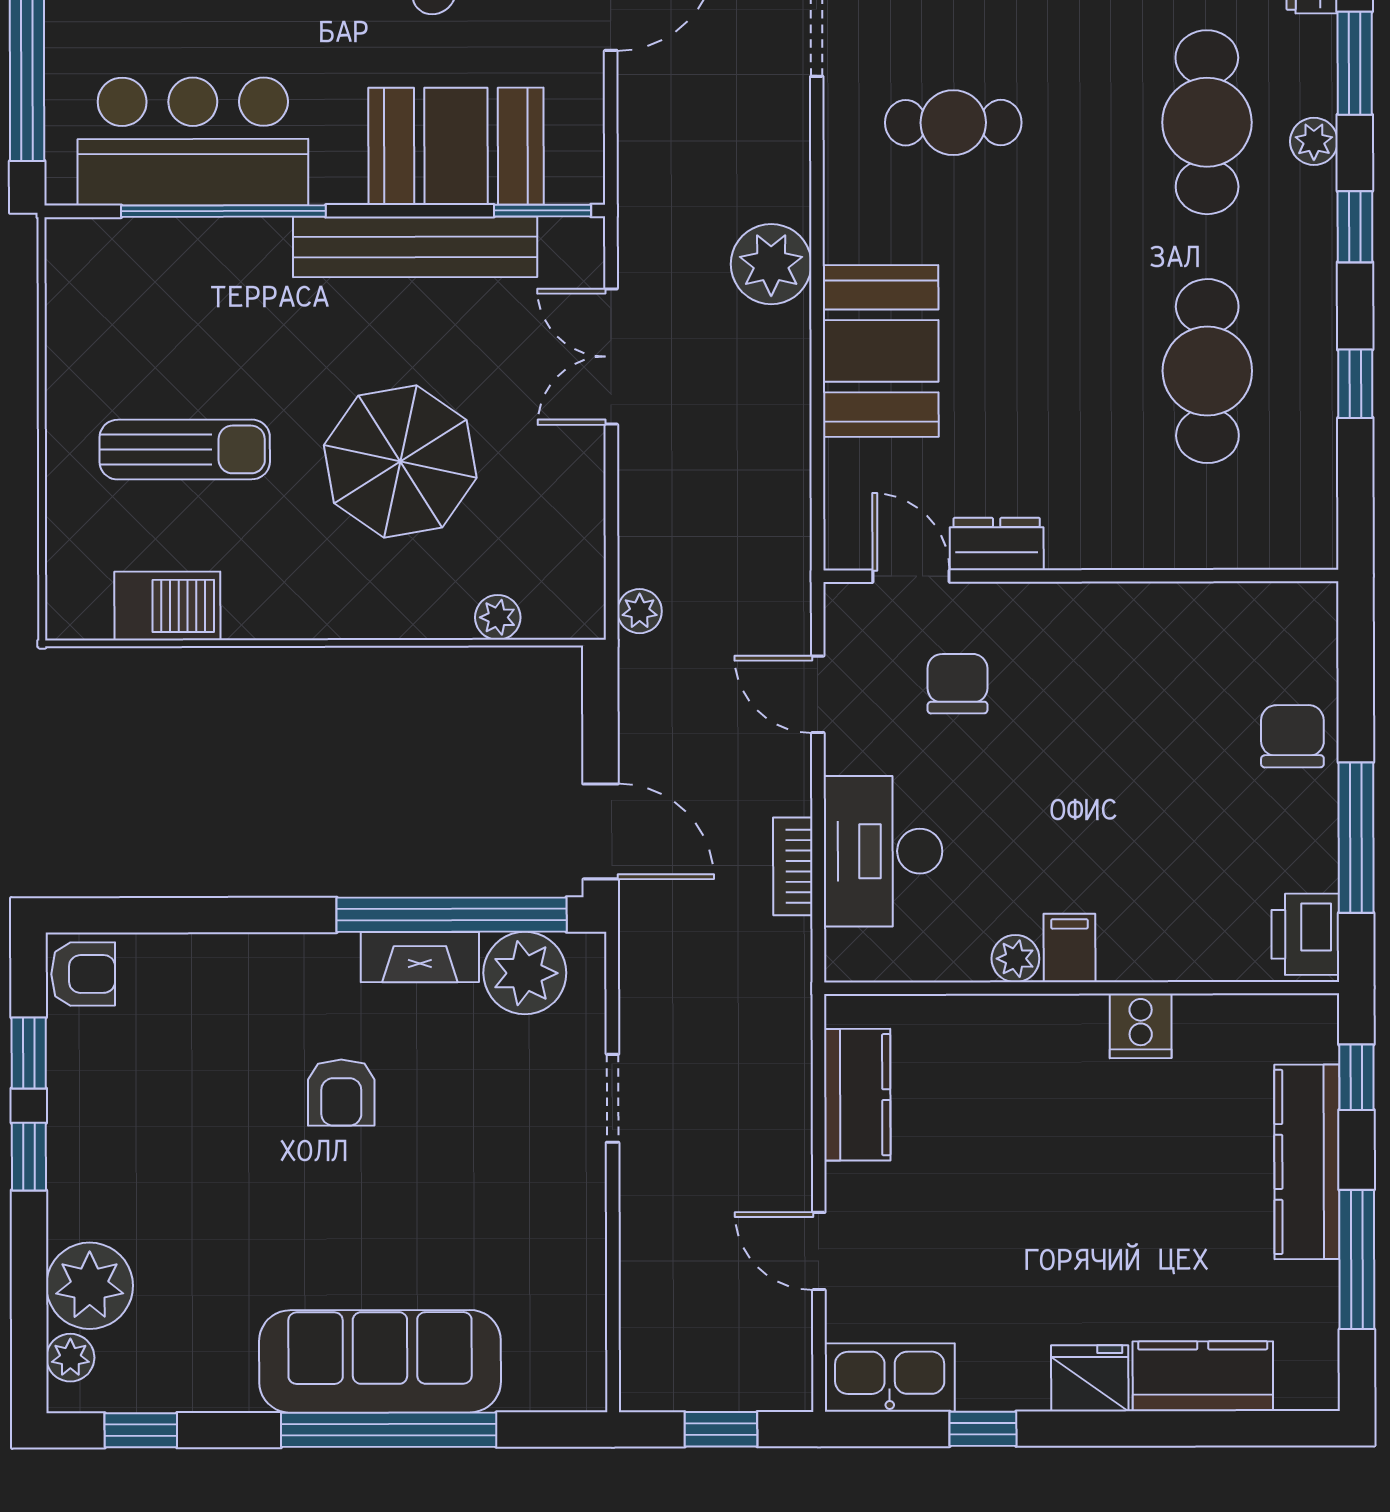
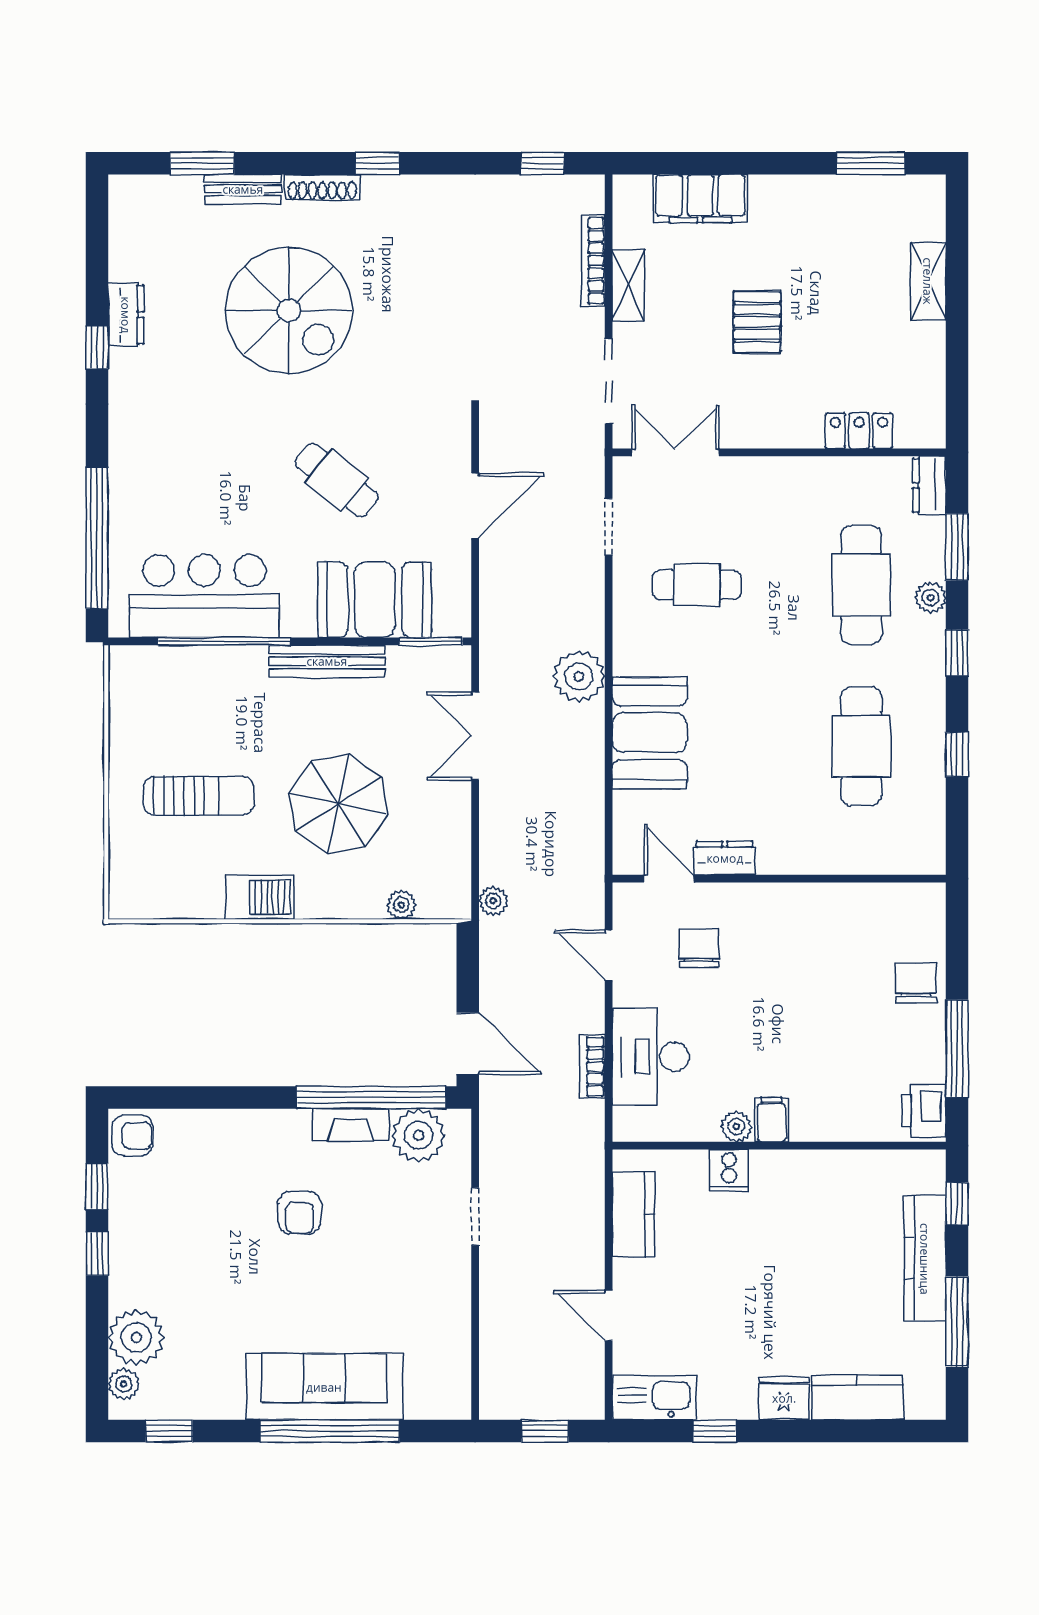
bench: (415, 247) -> (327, 661), width x0.73, depth x0.82
barbecue: (167, 606) -> (260, 897), moved
cooker: (1141, 1026) -> (729, 1170), moved

